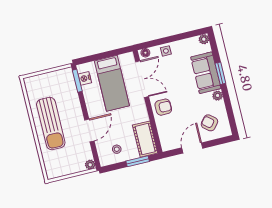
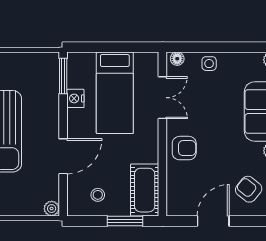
nightstand: (85, 78) -> (75, 98), moved
double door: (142, 79) -> (162, 98), width x0.73

